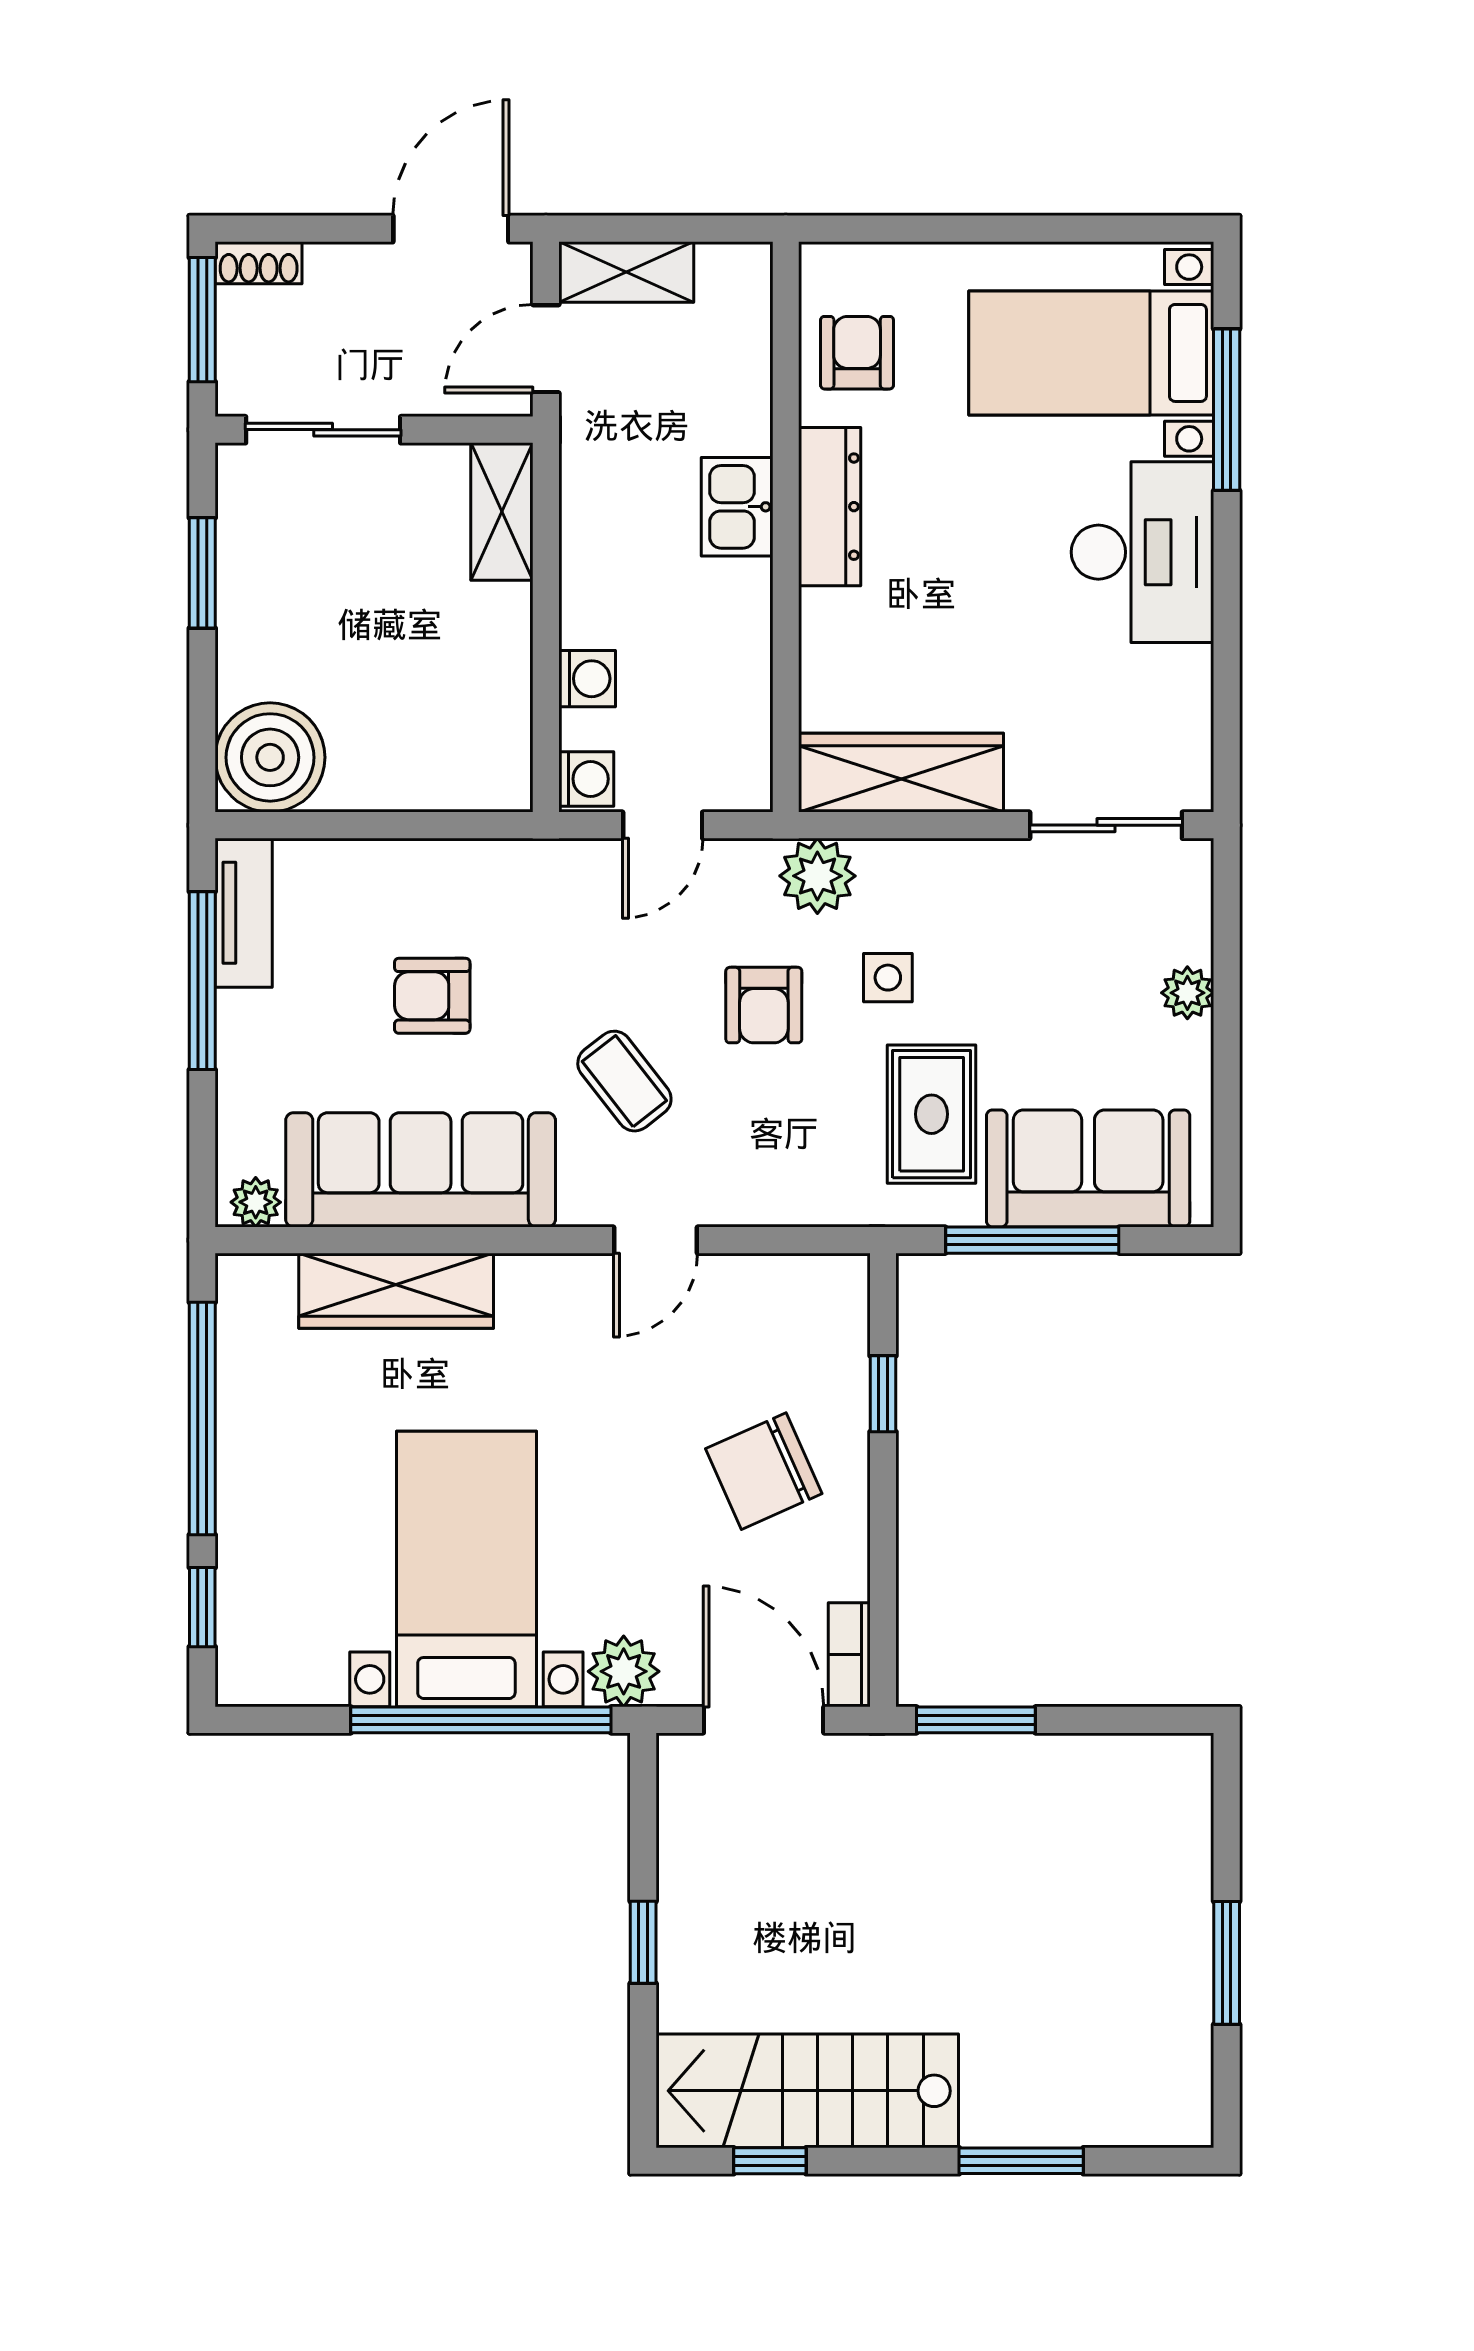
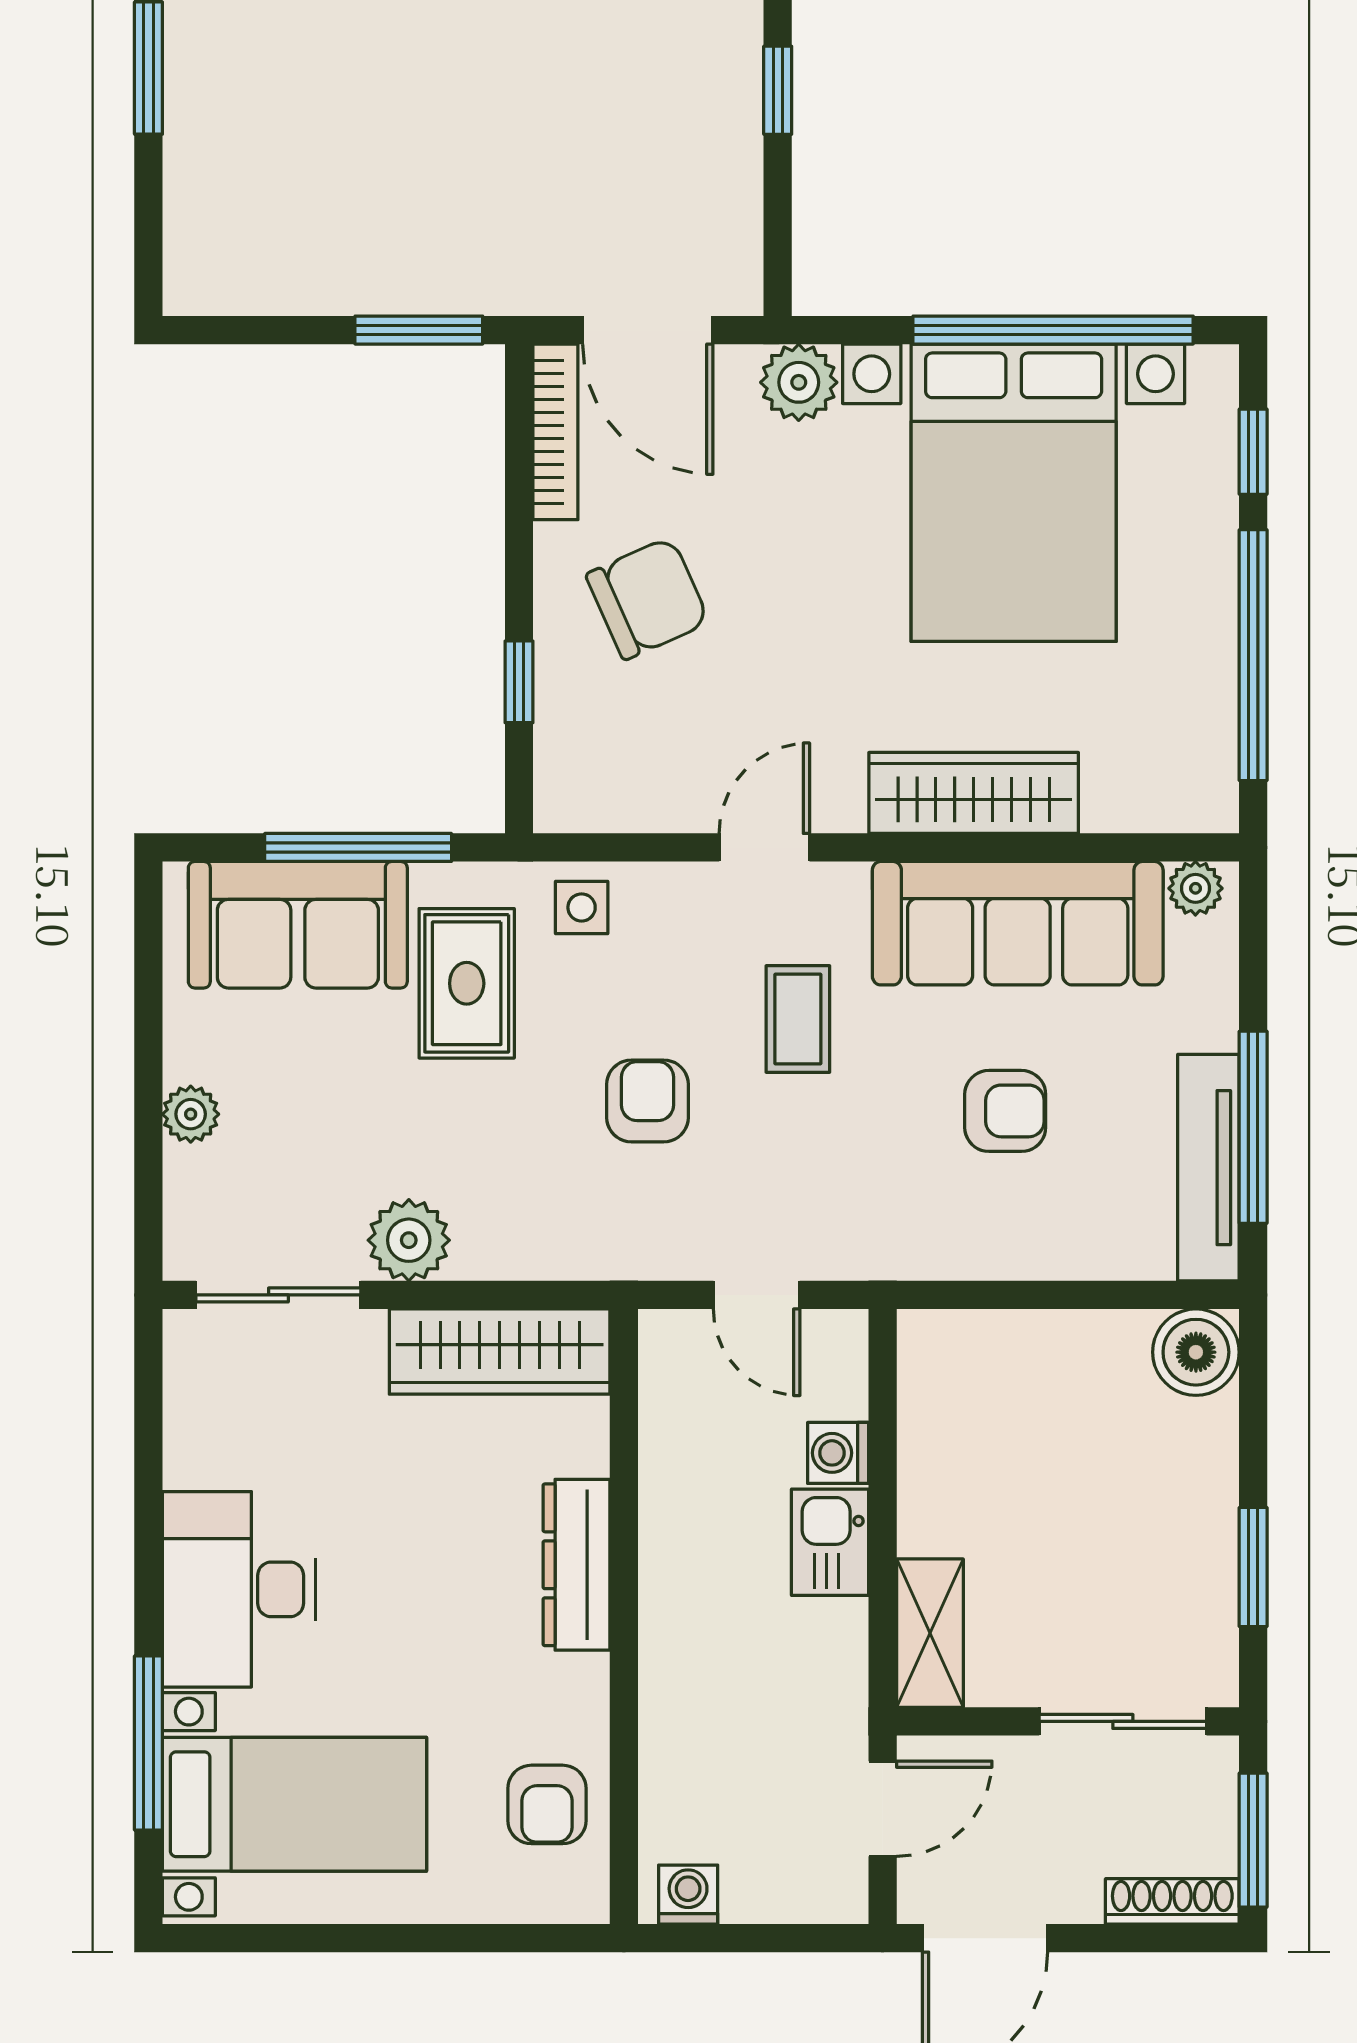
shoe rack: (259, 263) -> (1172, 1901), width x1.43
shelving: (626, 272) -> (796, 1891), removed
kitchen sink: (737, 507) -> (830, 1542), moved, turned 180
dresser: (830, 507) -> (576, 1565), moved
boiler: (270, 757) -> (1196, 1352), width x0.73, depth x0.73
washing machine: (586, 779) -> (688, 1895), moved, turned 90
door: (663, 825) -> (757, 1295), swing flipped
plant: (817, 876) -> (409, 1240), moved
tv unit: (244, 913) -> (1208, 1168), width x1.41
side table: (888, 978) -> (582, 907), moved
coffee table: (624, 1081) -> (798, 1019), turned 38
wardrobe: (396, 1291) -> (974, 793), moved
bed with nightstands: (466, 1569) -> (1014, 493), width x1.36
bookcase: (849, 1655) -> (555, 432), width x1.56
window: (481, 1720) -> (1053, 330), moved

